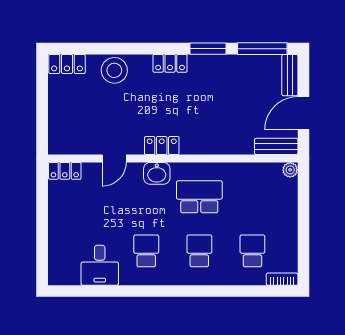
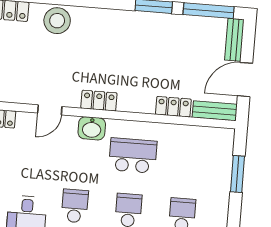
locker: (170, 63) -> (173, 107), moved, turned 180
plant: (290, 170) -> (227, 136), removed
window: (303, 207) -> (237, 174), added

